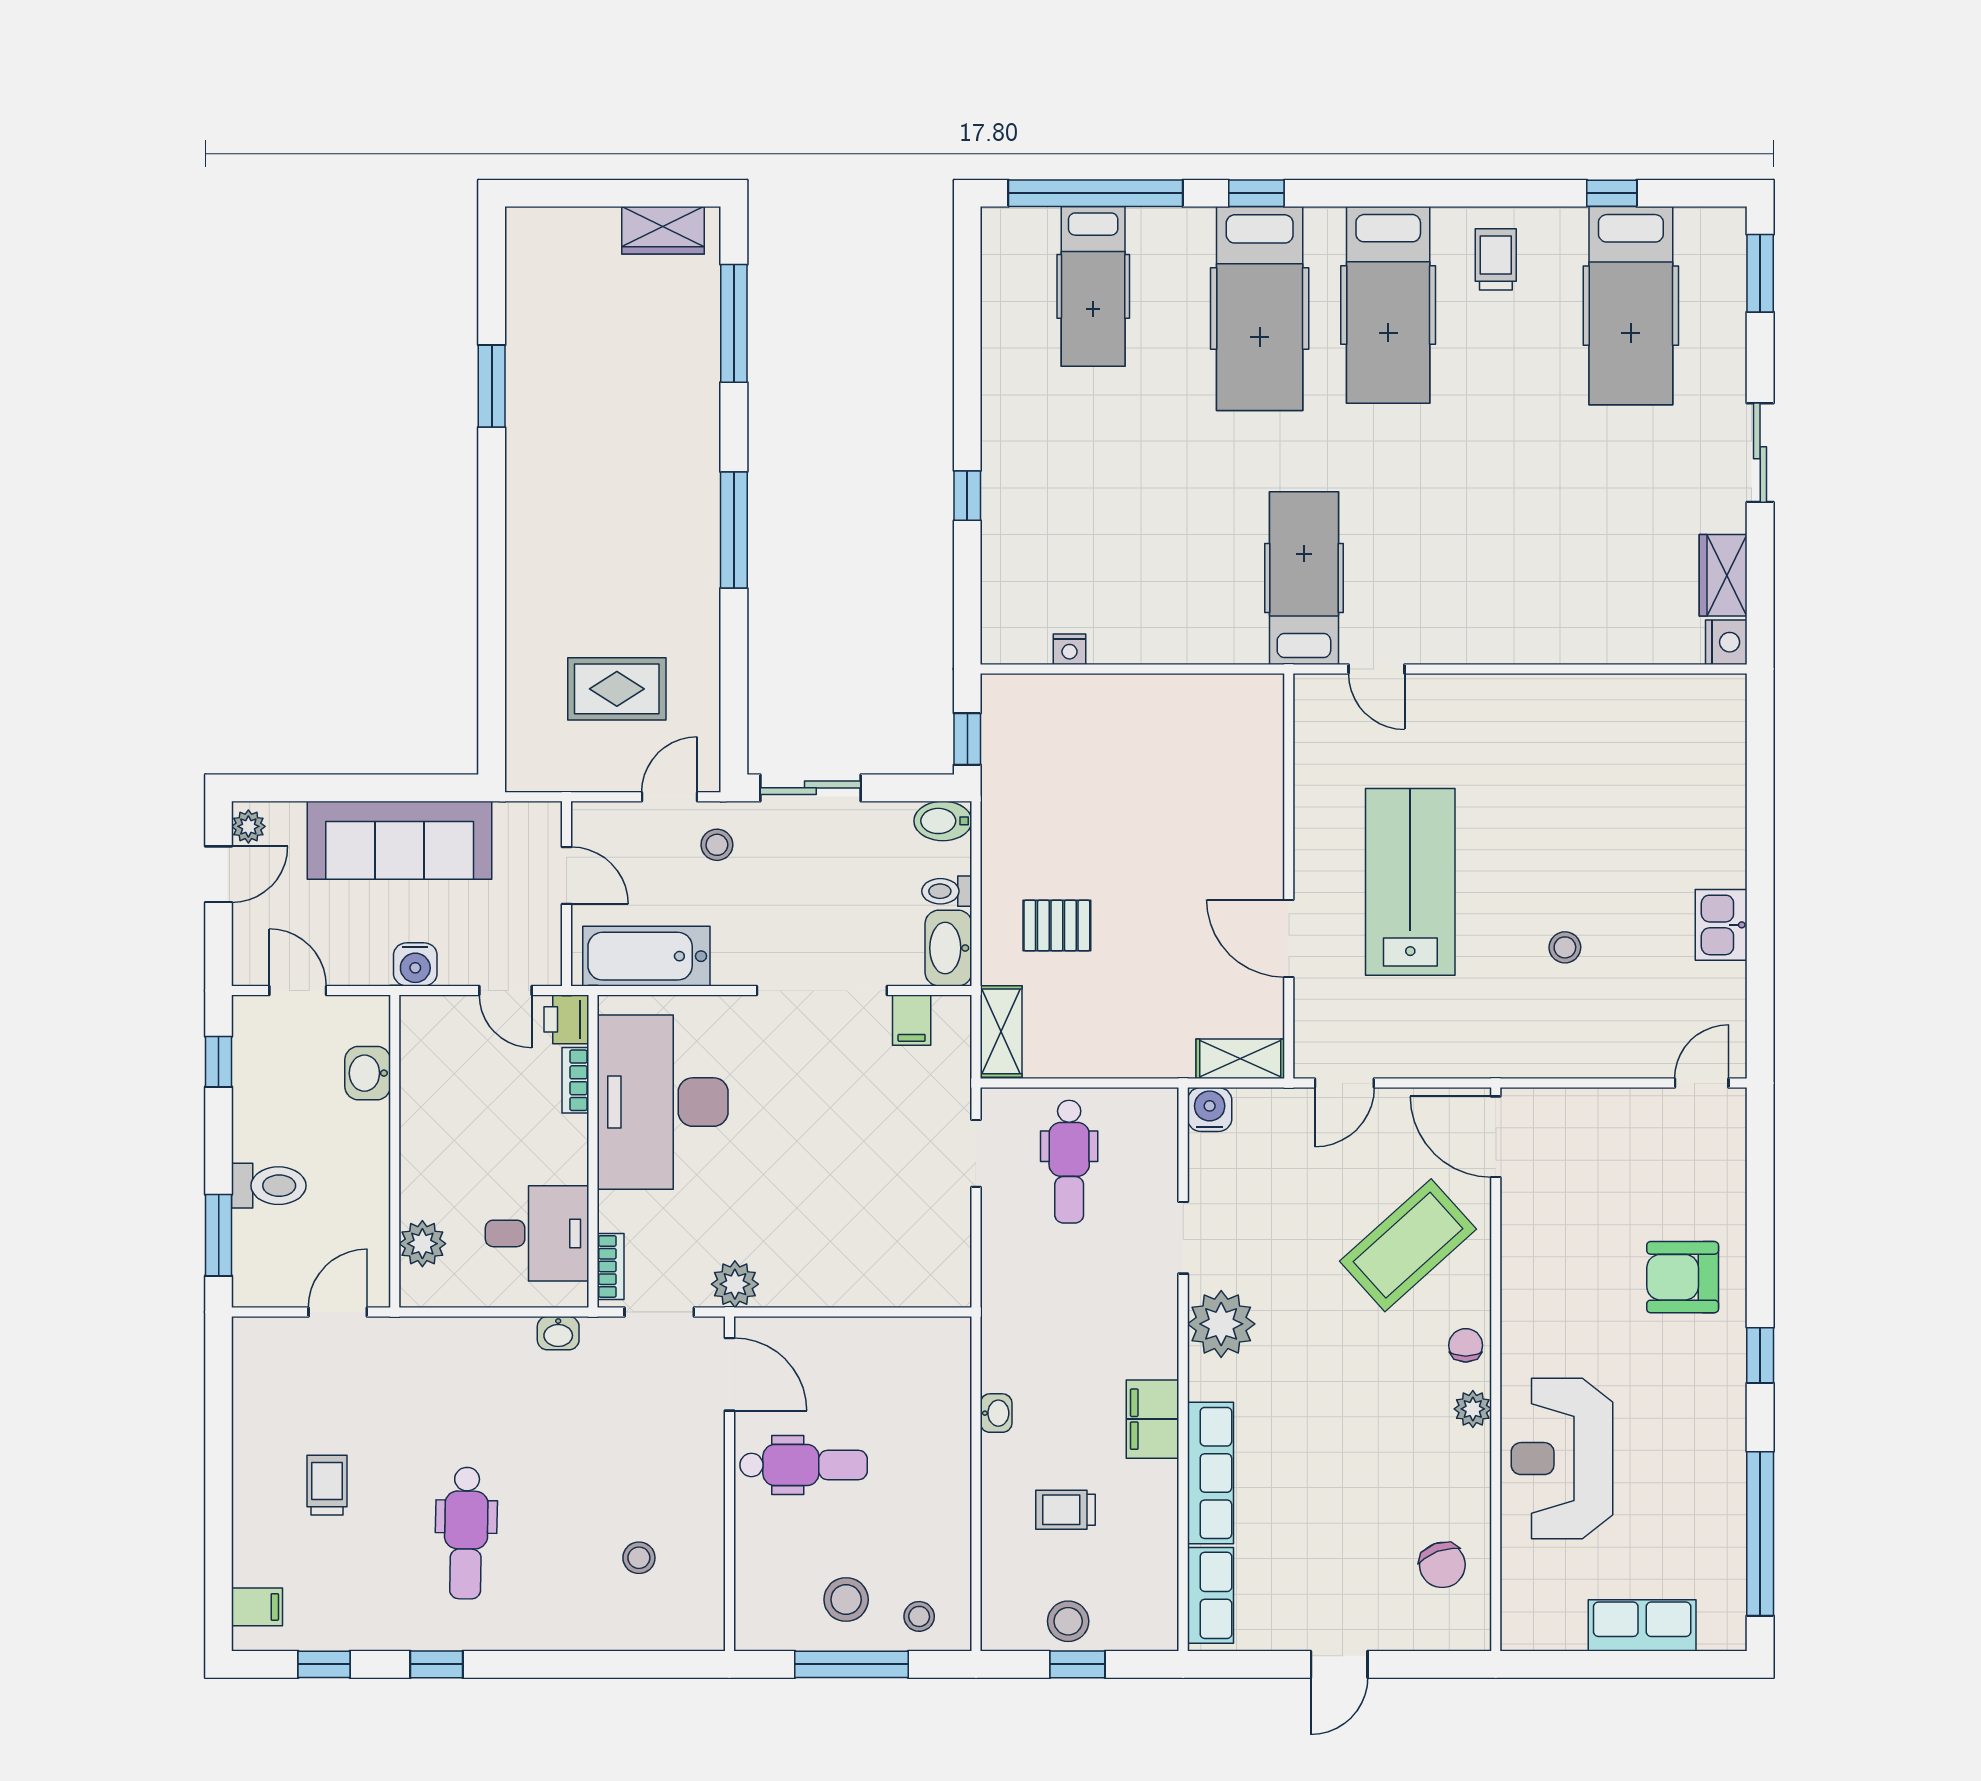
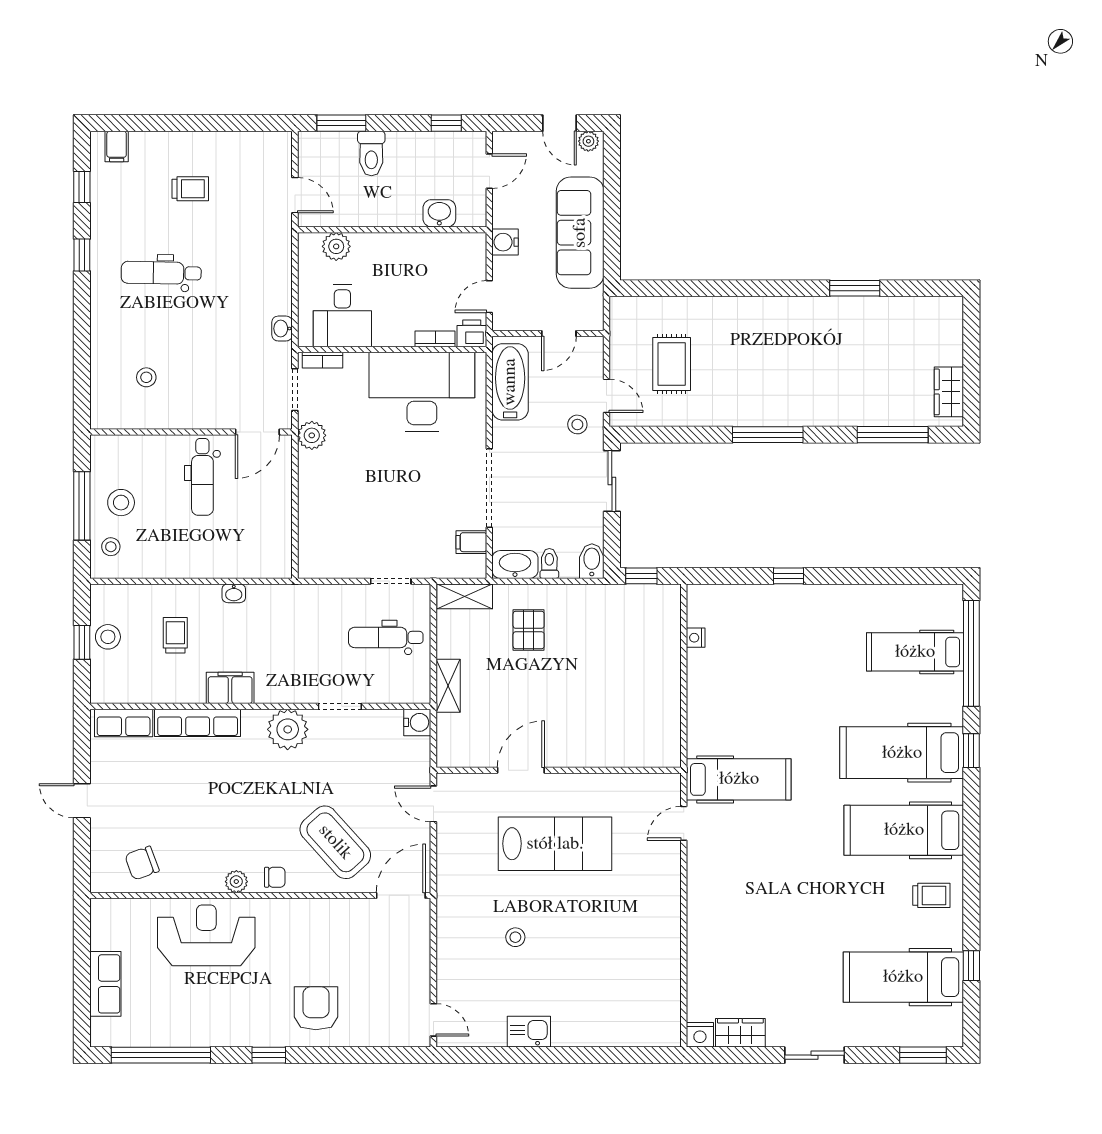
shelving: (1240, 1059) -> (448, 686), moved

